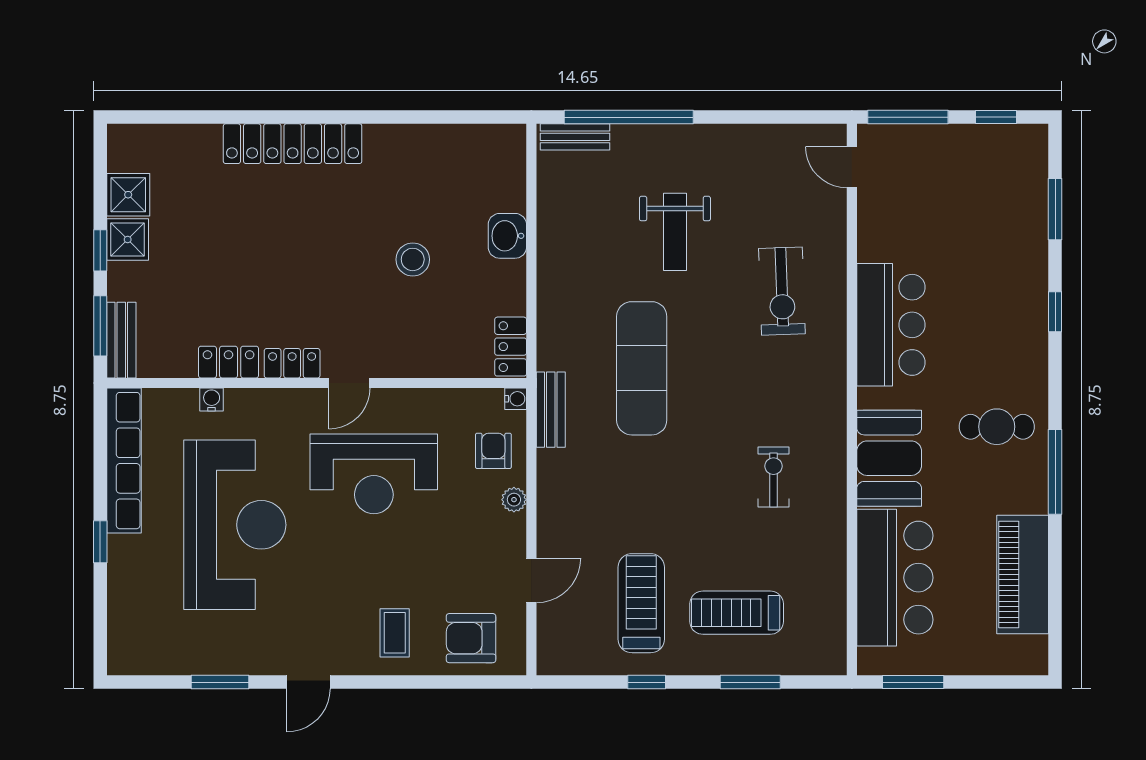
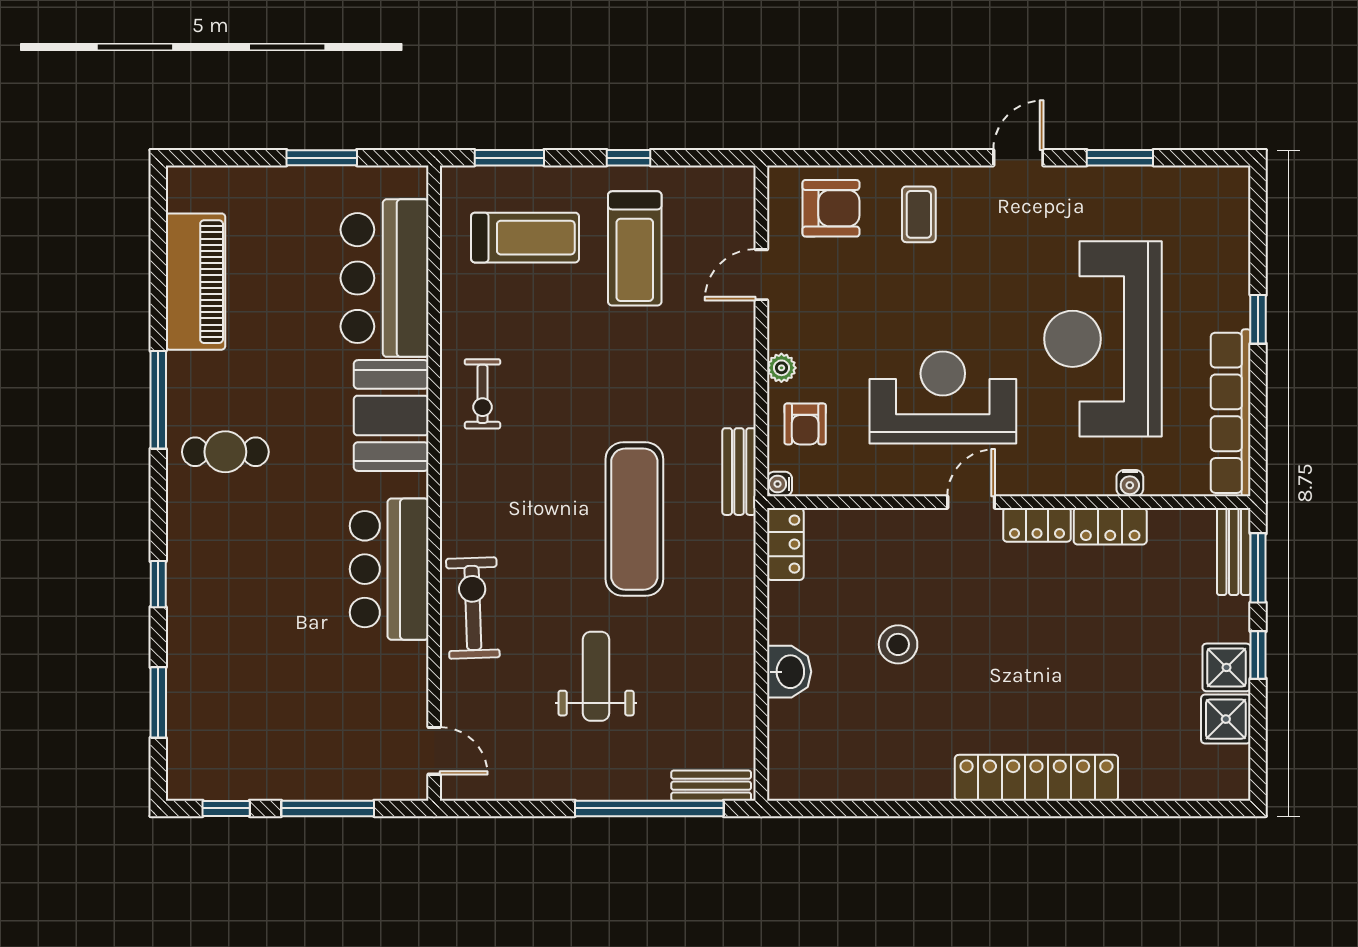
door: (852, 167) -> (434, 751), moved
bar counter: (891, 325) -> (389, 569), moved
wall: (852, 400) -> (434, 483), moved
booth: (889, 458) -> (391, 416), moved
bar counter: (895, 578) -> (385, 278), moved

